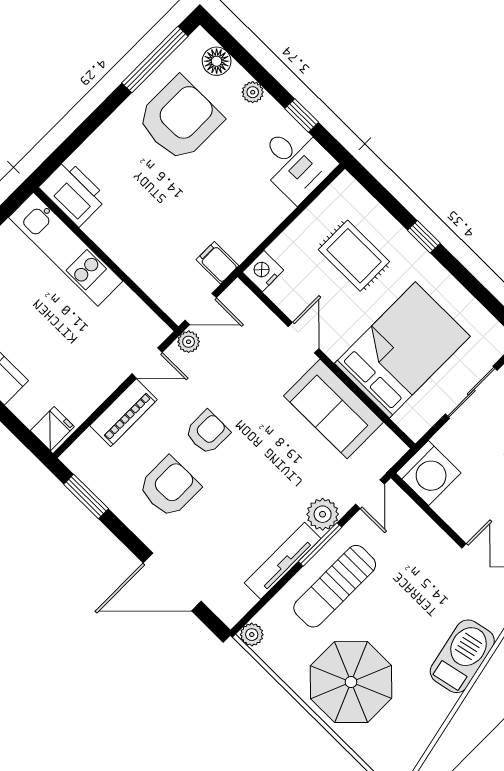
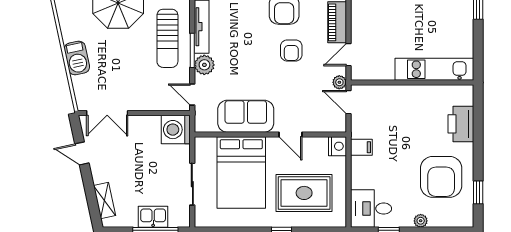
window: (155, 60) -> (478, 192), width x0.46
floor lamp: (217, 61) -> (450, 219), removed
printer: (73, 193) -> (461, 124), moved, turned 90
rug: (354, 256) -> (304, 193), width x1.36, depth x1.43
filing cabinet: (217, 263) -> (361, 147), moved
door: (201, 309) -> (348, 102), hinge flipped
sun lounger: (335, 586) -> (167, 38), turned 180
barbecue: (462, 656) -> (77, 58), width x0.73, depth x0.83

